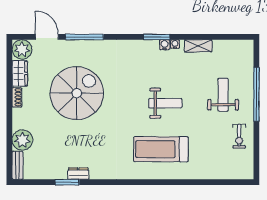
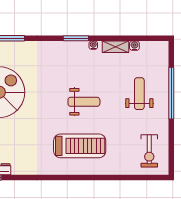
water cooler: (165, 45) -> (134, 46), moved
exercise bike: (239, 136) -> (149, 151), moved, width x1.38, depth x1.39
treadmill: (161, 149) -> (80, 146), turned 180

